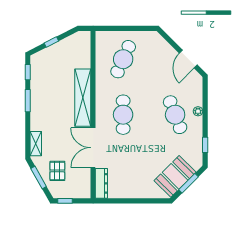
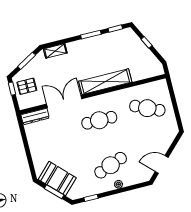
pallet: (57, 171) -> (27, 86), moved

